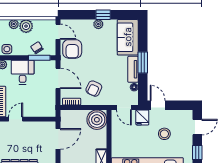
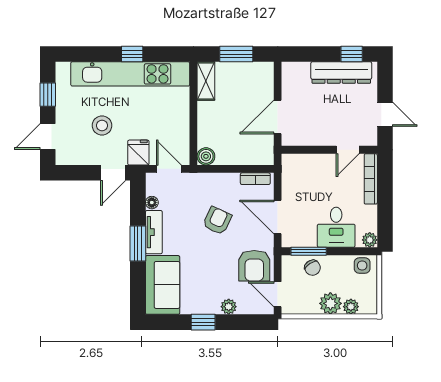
plant: (98, 24) -> (229, 307), moved
armchair: (72, 49) -> (254, 266), turned 180
armchair: (94, 89) -> (217, 221), moved
door: (158, 105) -> (113, 173), hinge flipped
boiler: (97, 120) -> (206, 156), width x0.54, depth x0.54

